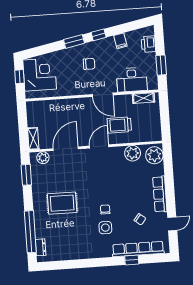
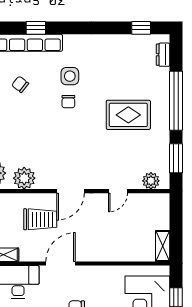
door: (103, 95) -> (61, 263), hinge flipped
shelving: (33, 139) -> (163, 246), moved
door: (66, 149) -> (118, 191), width x0.53
window: (30, 232) -> (176, 101), moved
window: (57, 265) -> (141, 28), added

